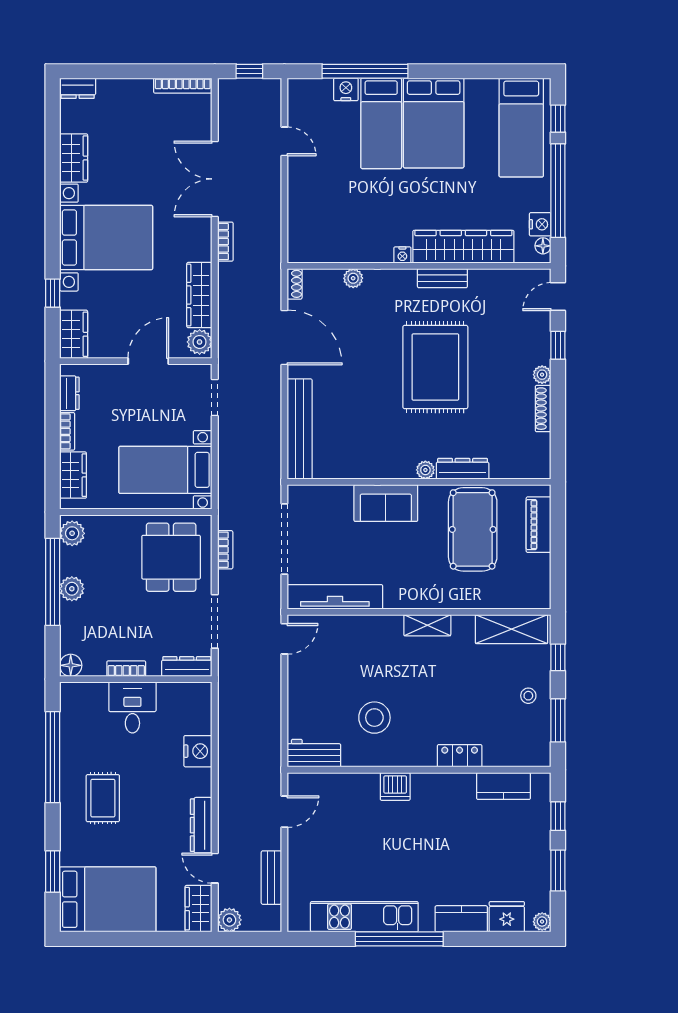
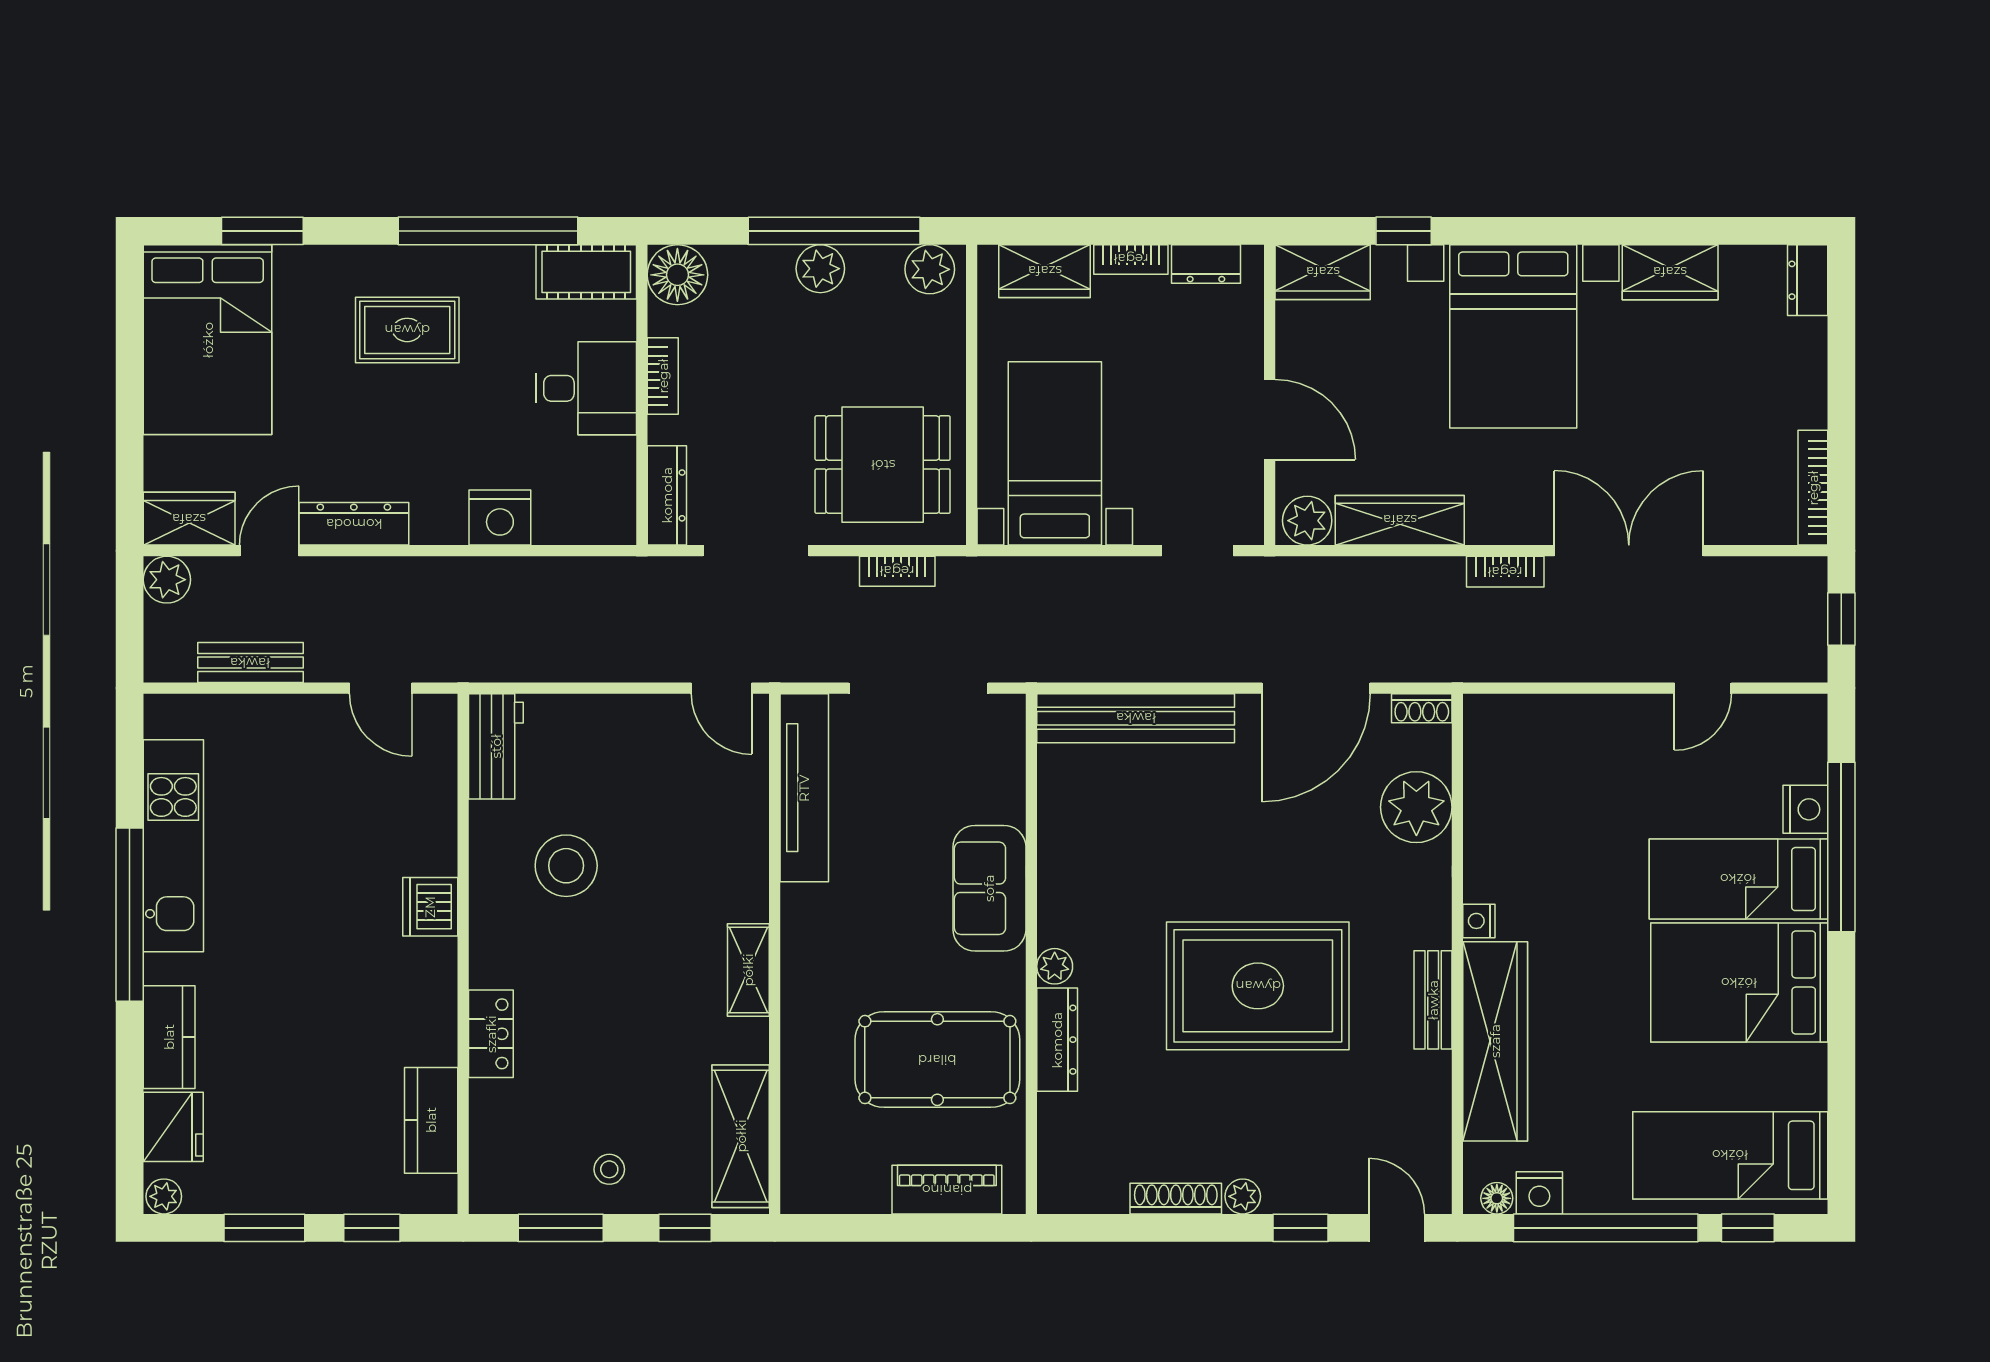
plant: (353, 278) -> (1416, 807), width x1.88, depth x1.88
floor lamp: (71, 665) -> (677, 275), width x1.38, depth x1.38
cot: (73, 707) -> (586, 272), added

